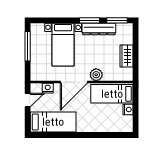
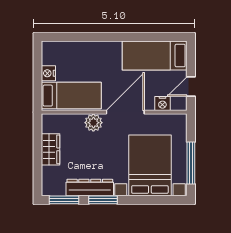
bed with nightstands: (63, 45) -> (150, 165), width x1.36

